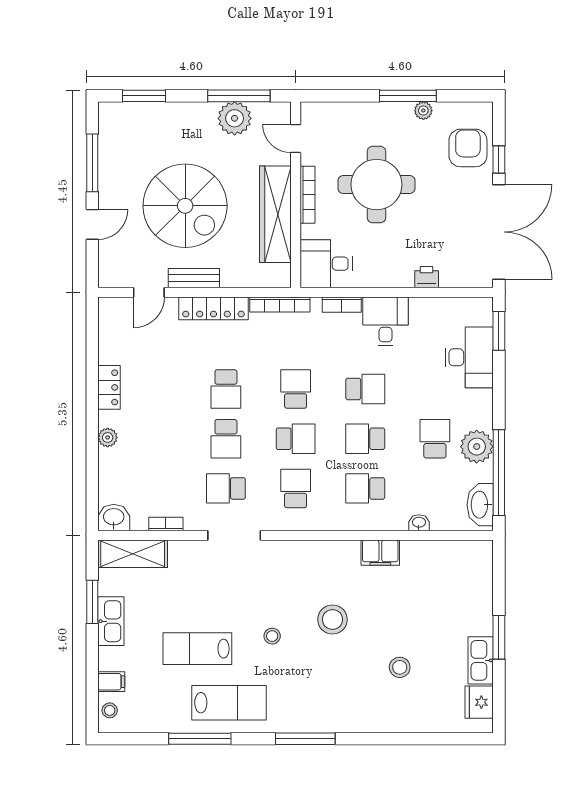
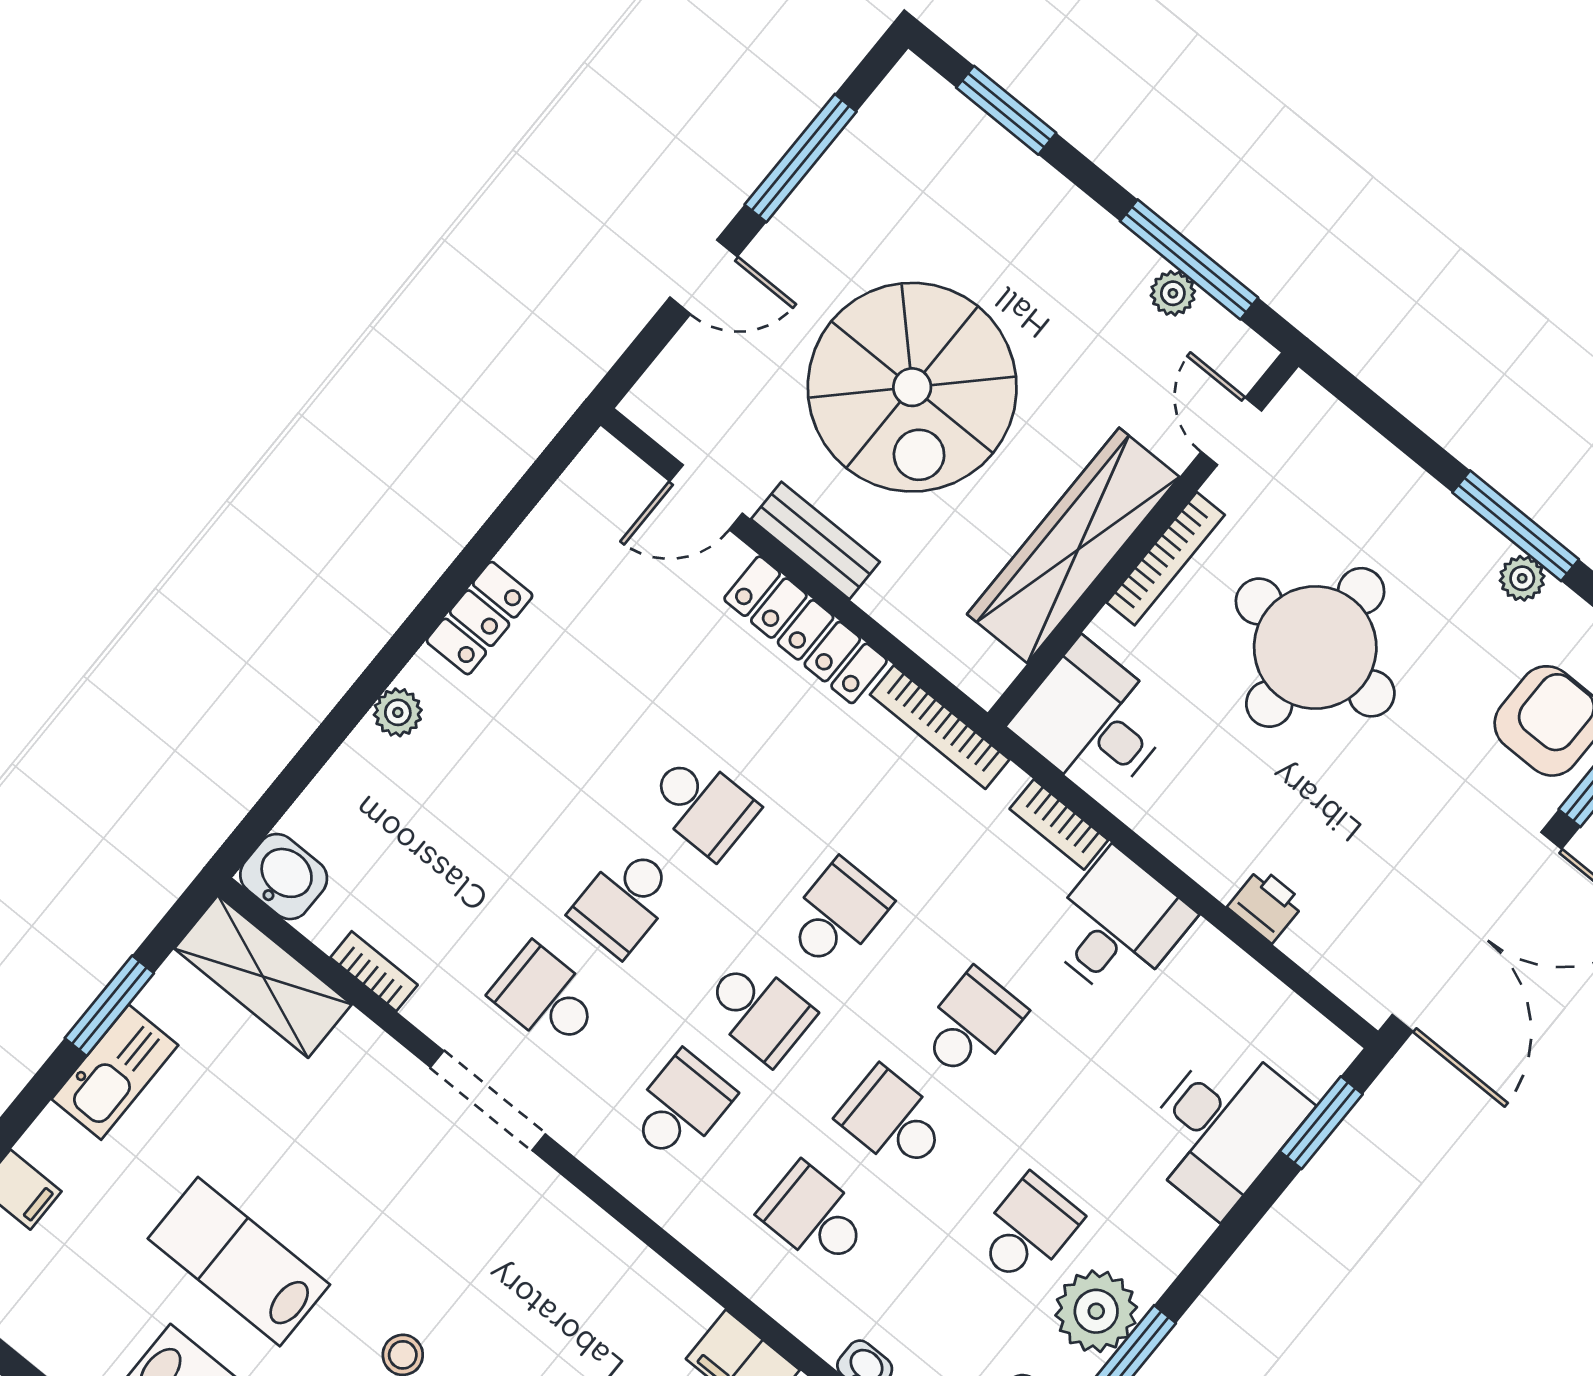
plant: (235, 118) -> (1173, 293), width x0.53, depth x0.53
school desk: (226, 389) -> (703, 805), turned -90
school desk: (365, 389) -> (972, 1024), turned -90

